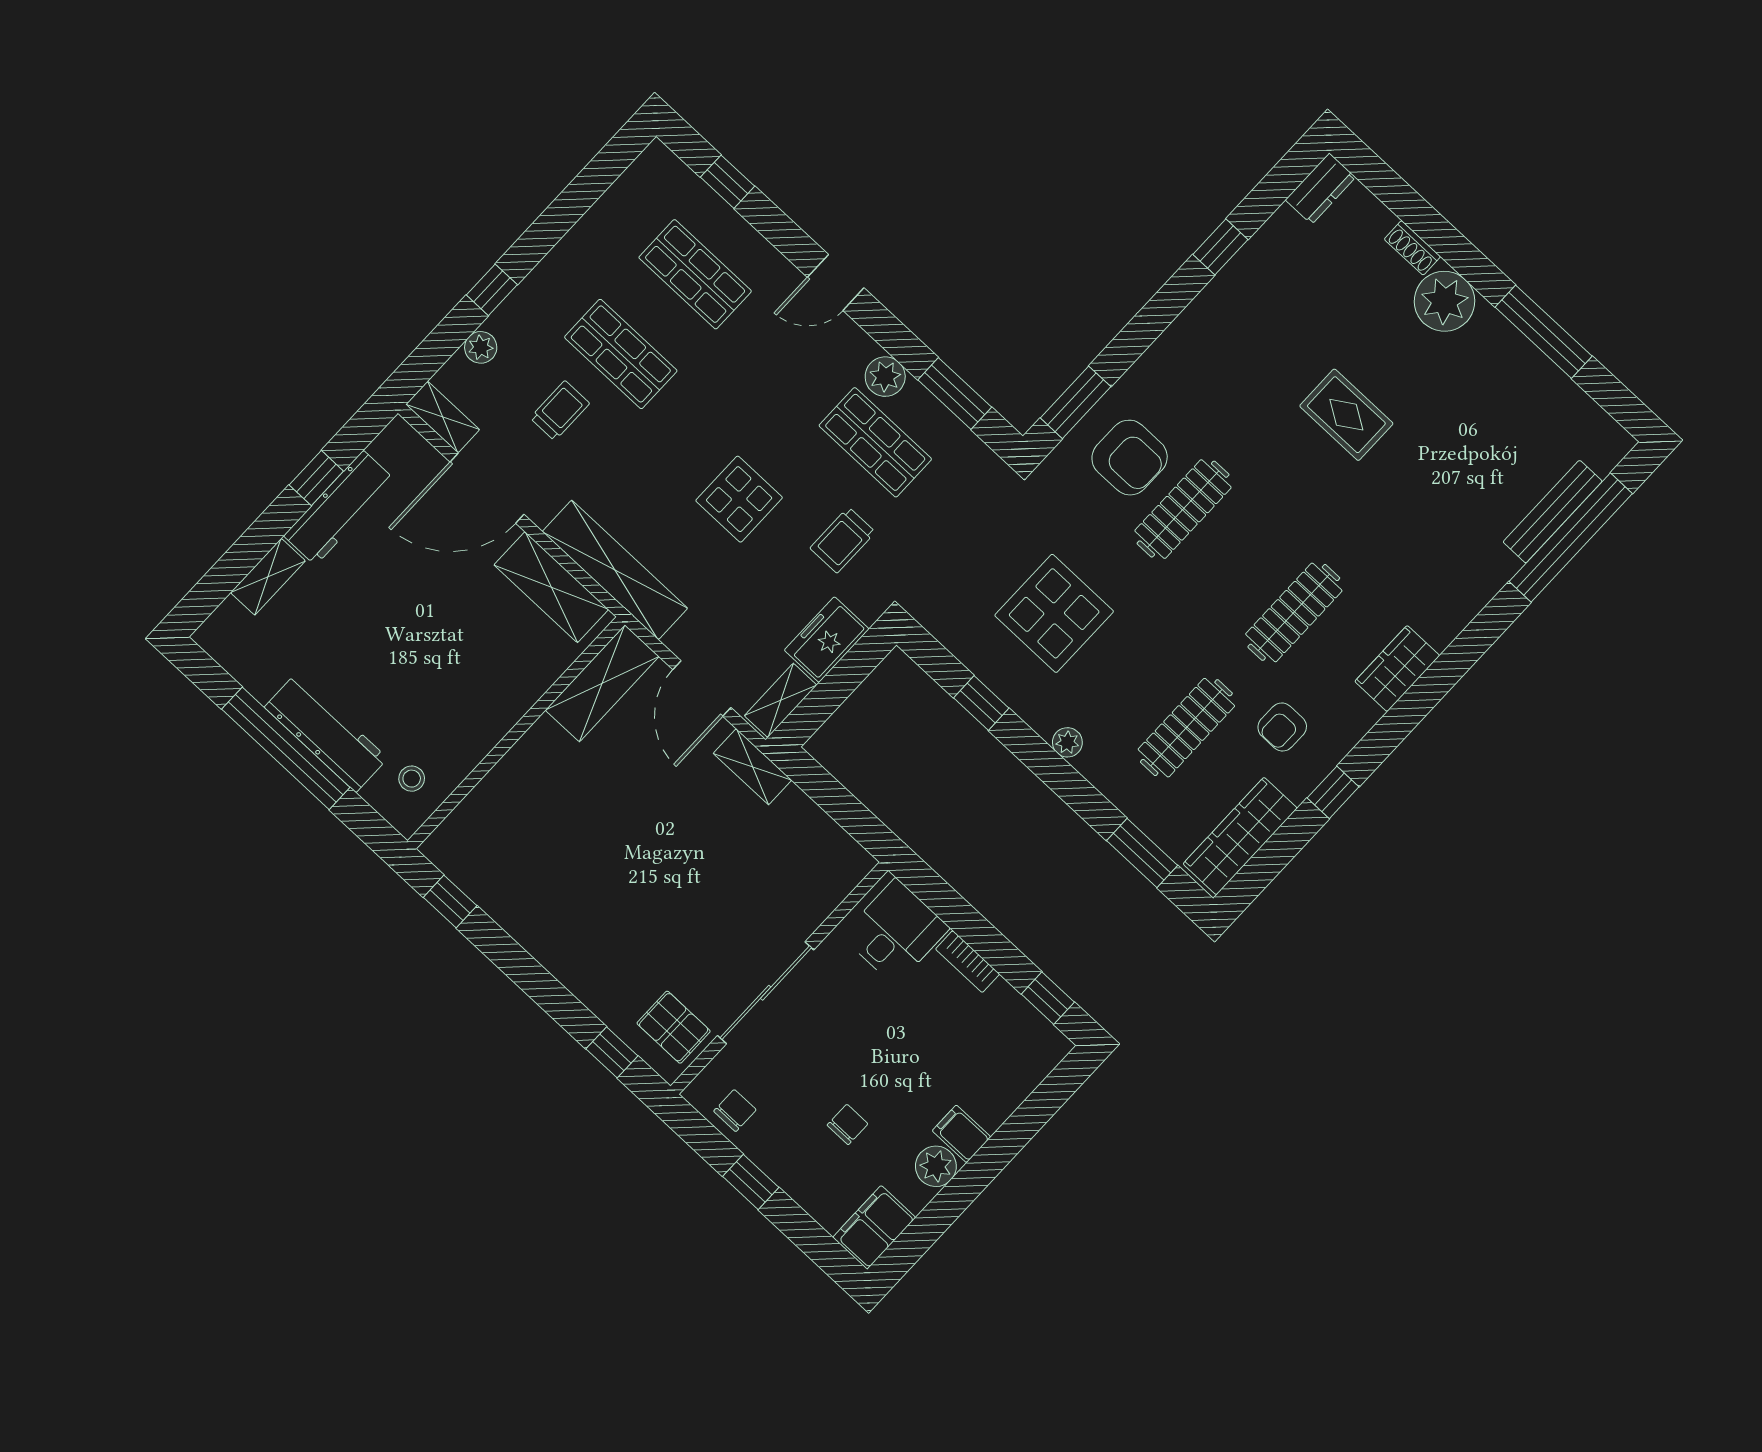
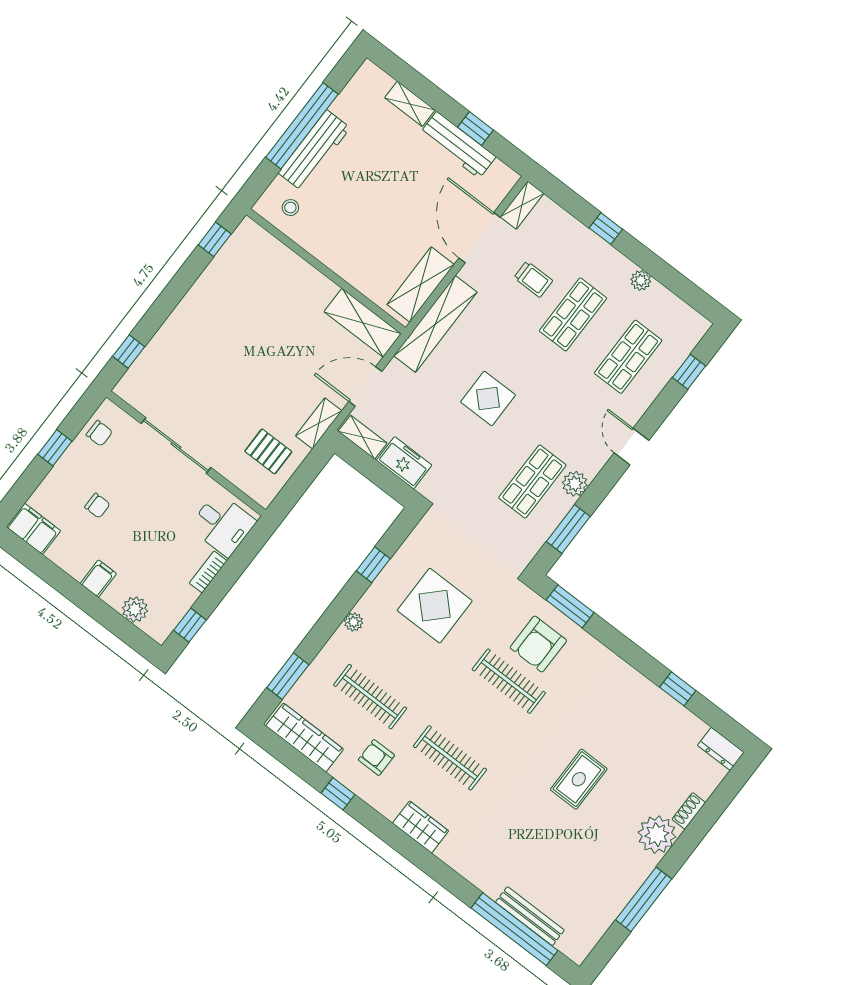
plant: (481, 347) -> (641, 280), moved
trolley: (843, 540) -> (468, 467), removed
pallet: (674, 1027) -> (268, 451), moved, turned 90
plant: (936, 1166) -> (135, 609), moved

